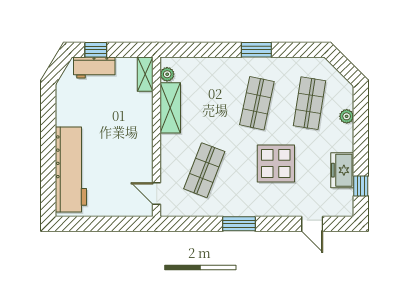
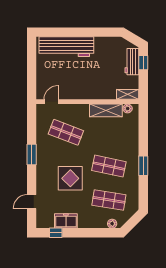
plant: (347, 116) -> (112, 224), moved

